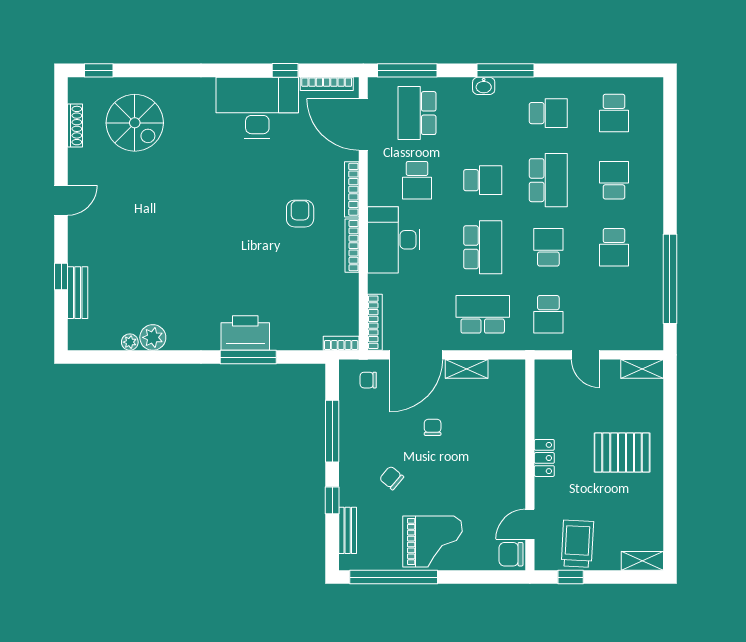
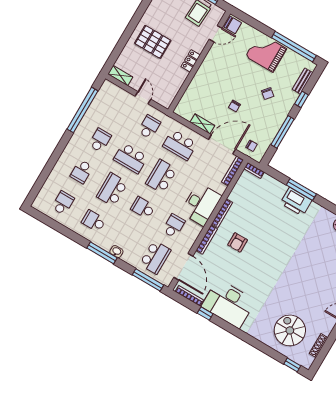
school desk: (548, 247) -> (131, 158), width x1.85

